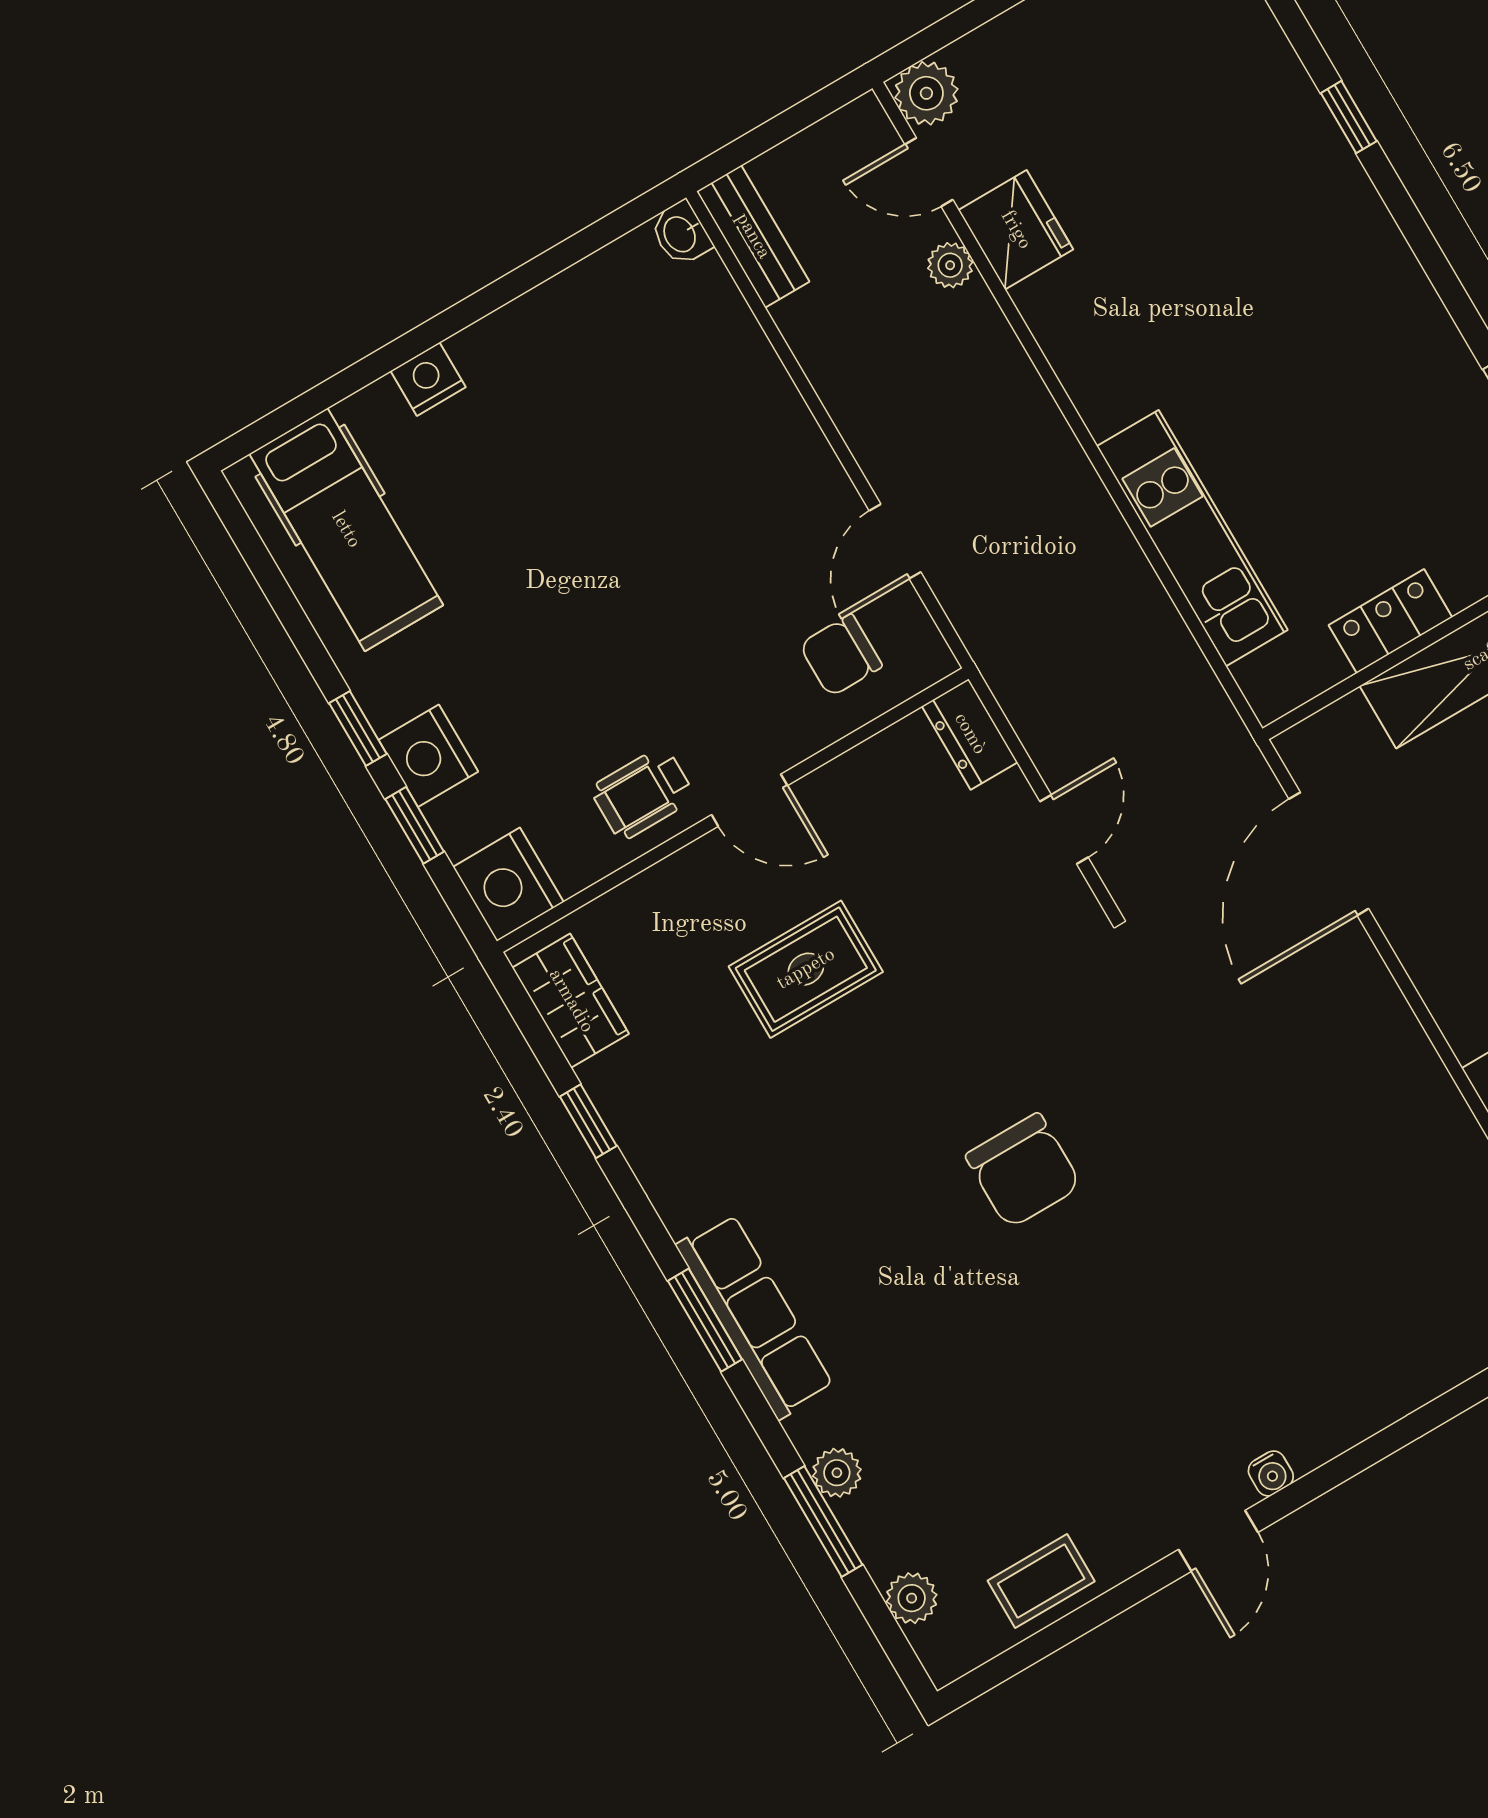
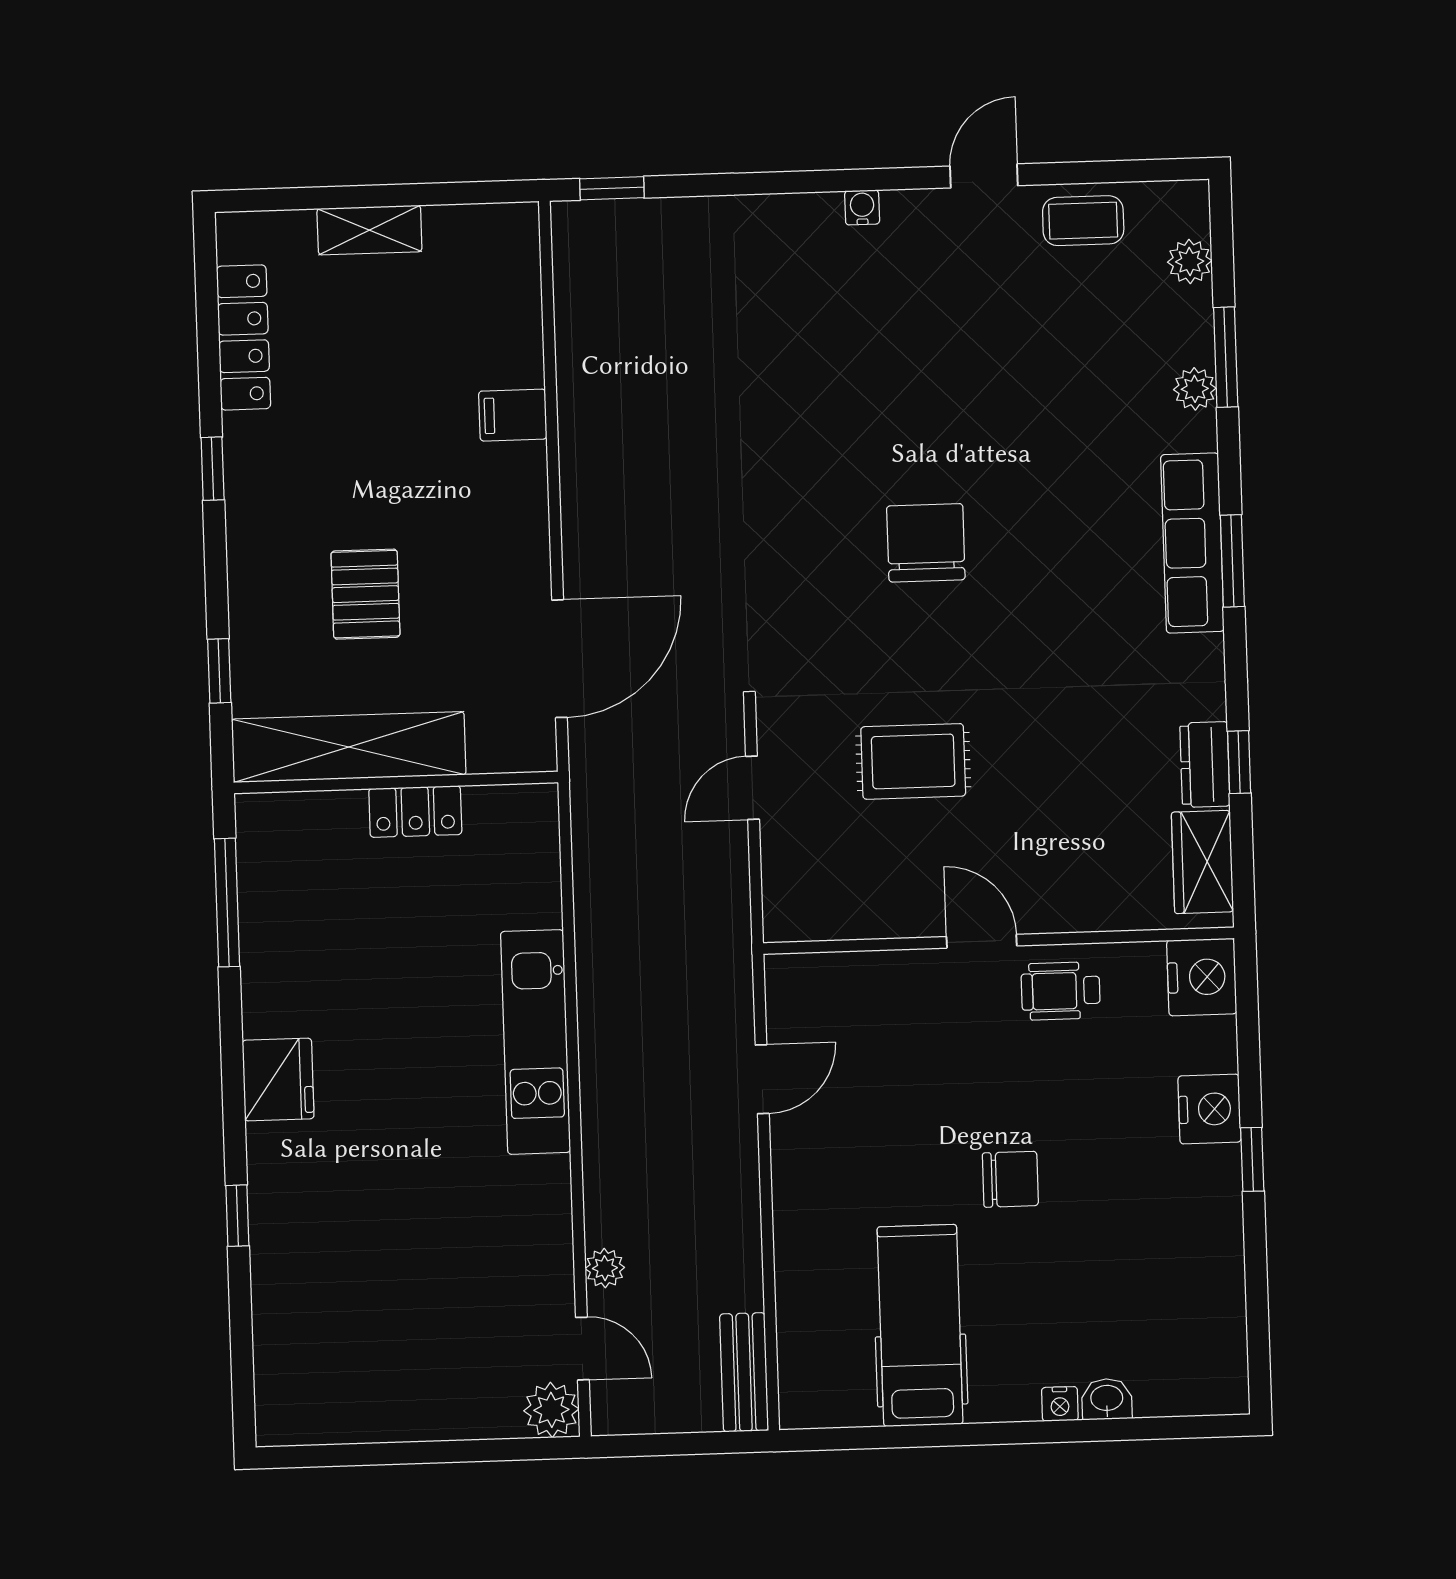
fridge: (1016, 230) -> (278, 1079), moved, turned 180
washbasin: (681, 234) -> (1107, 1399), moved, turned -90
nightstand: (428, 379) -> (1060, 1404), width x0.72, depth x0.74
hospital bed: (346, 530) -> (920, 1325), moved
kitchen unit: (1192, 538) -> (536, 1042), moved
chair: (841, 655) -> (1010, 1179), moved
dresser: (970, 734) -> (1205, 765), moved, turned 180
wheelchair: (643, 793) -> (1061, 991), turned 180
window: (415, 825) -> (1249, 1061), removed
rug: (806, 969) -> (913, 761), moved
door: (1218, 1541) -> (984, 176), moved

